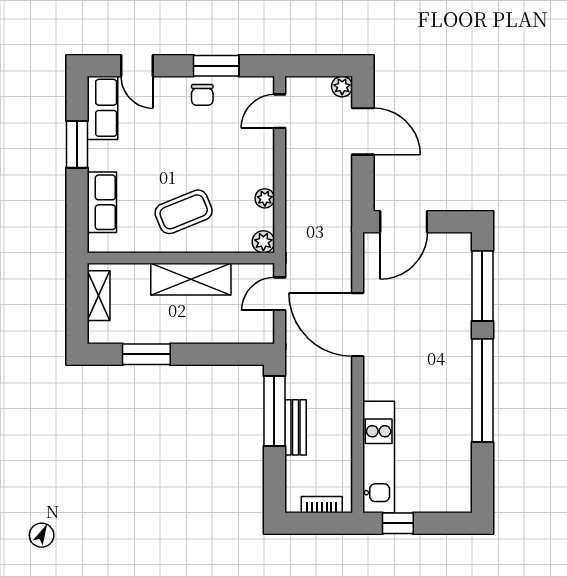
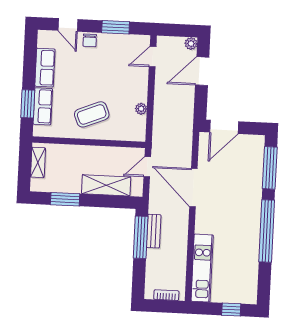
chair: (202, 95) -> (90, 40), moved
row of seats: (103, 108) -> (45, 68), moved
door: (363, 131) -> (202, 71), swing flipped
window: (77, 144) -> (28, 104), moved
plant: (263, 242) -> (139, 135), removed
shelving: (191, 279) -> (106, 185), moved
bench: (296, 427) -> (154, 231), moved
window: (398, 523) -> (231, 310), moved

